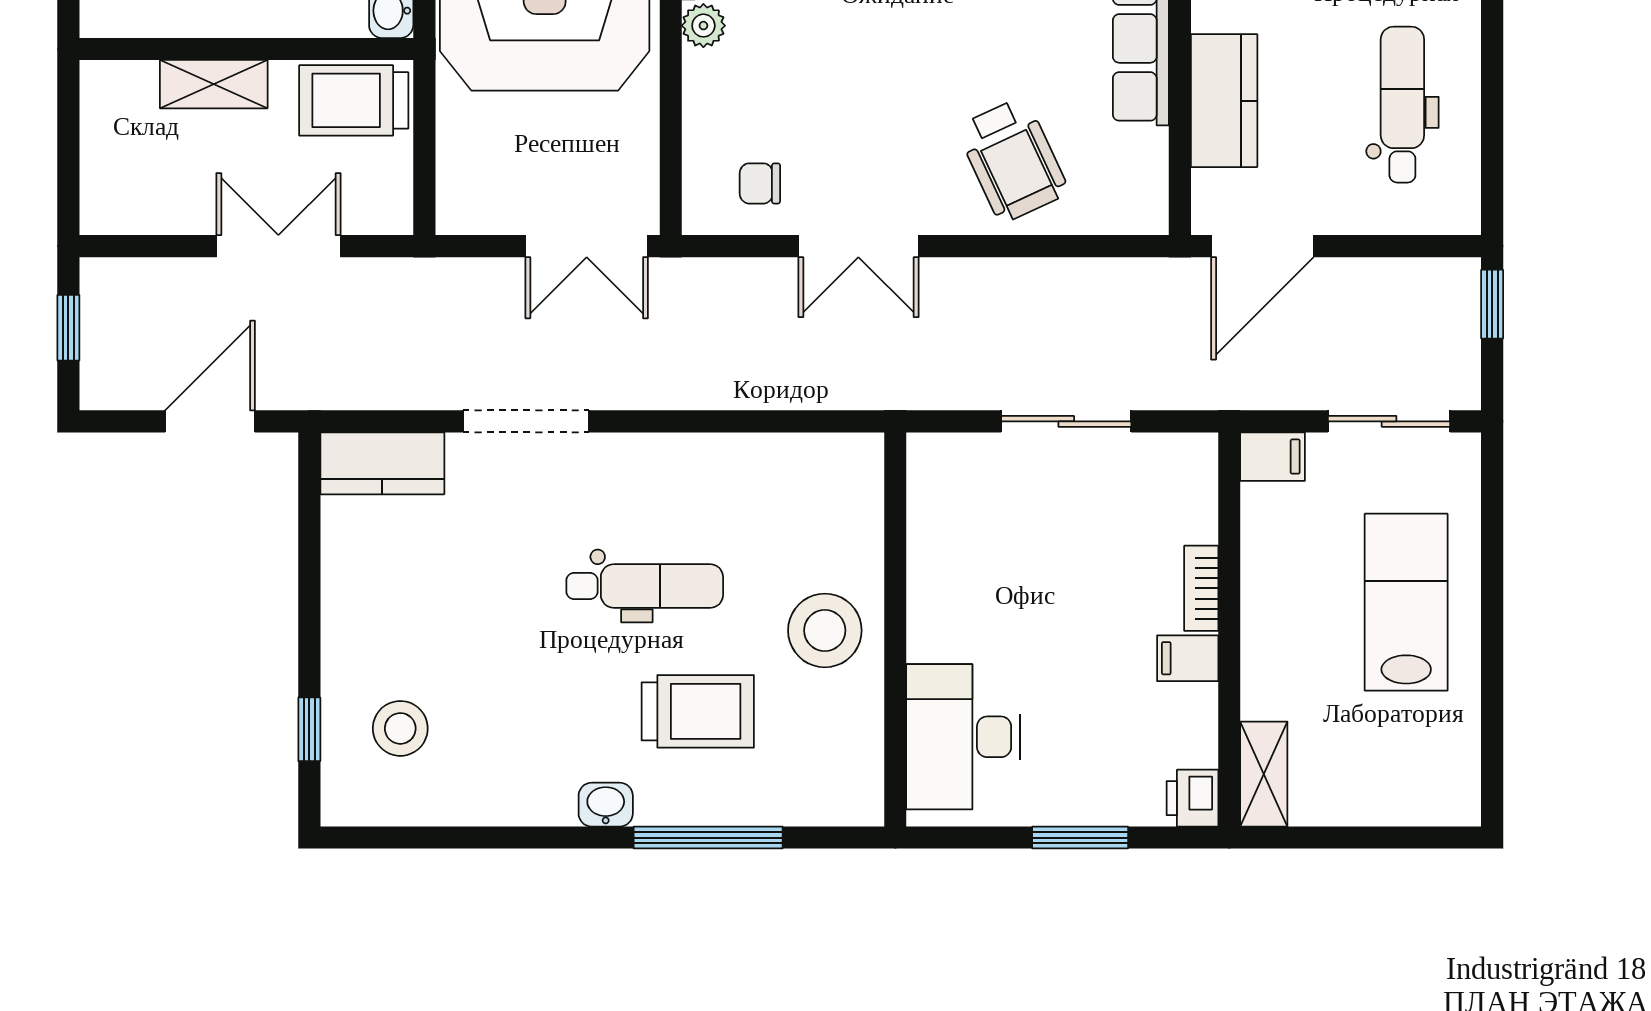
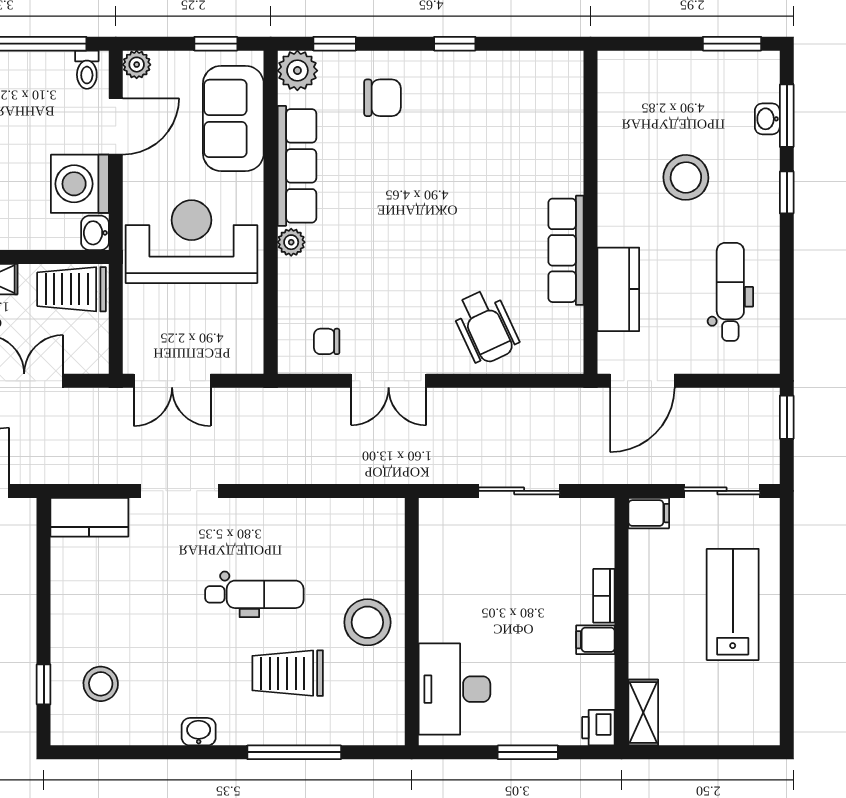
double door: (587, 246) -> (172, 381), moved
trolley: (698, 711) -> (288, 673), turned 180
washbasin: (606, 805) -> (199, 732), moved

